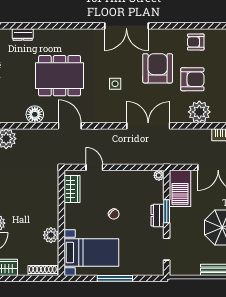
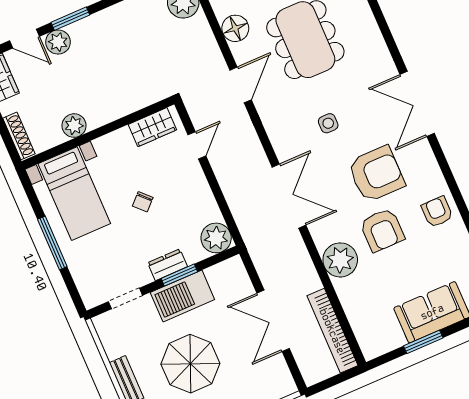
plant: (159, 175) -> (216, 238), width x1.88, depth x1.88
barbecue: (180, 188) -> (182, 296), moved

